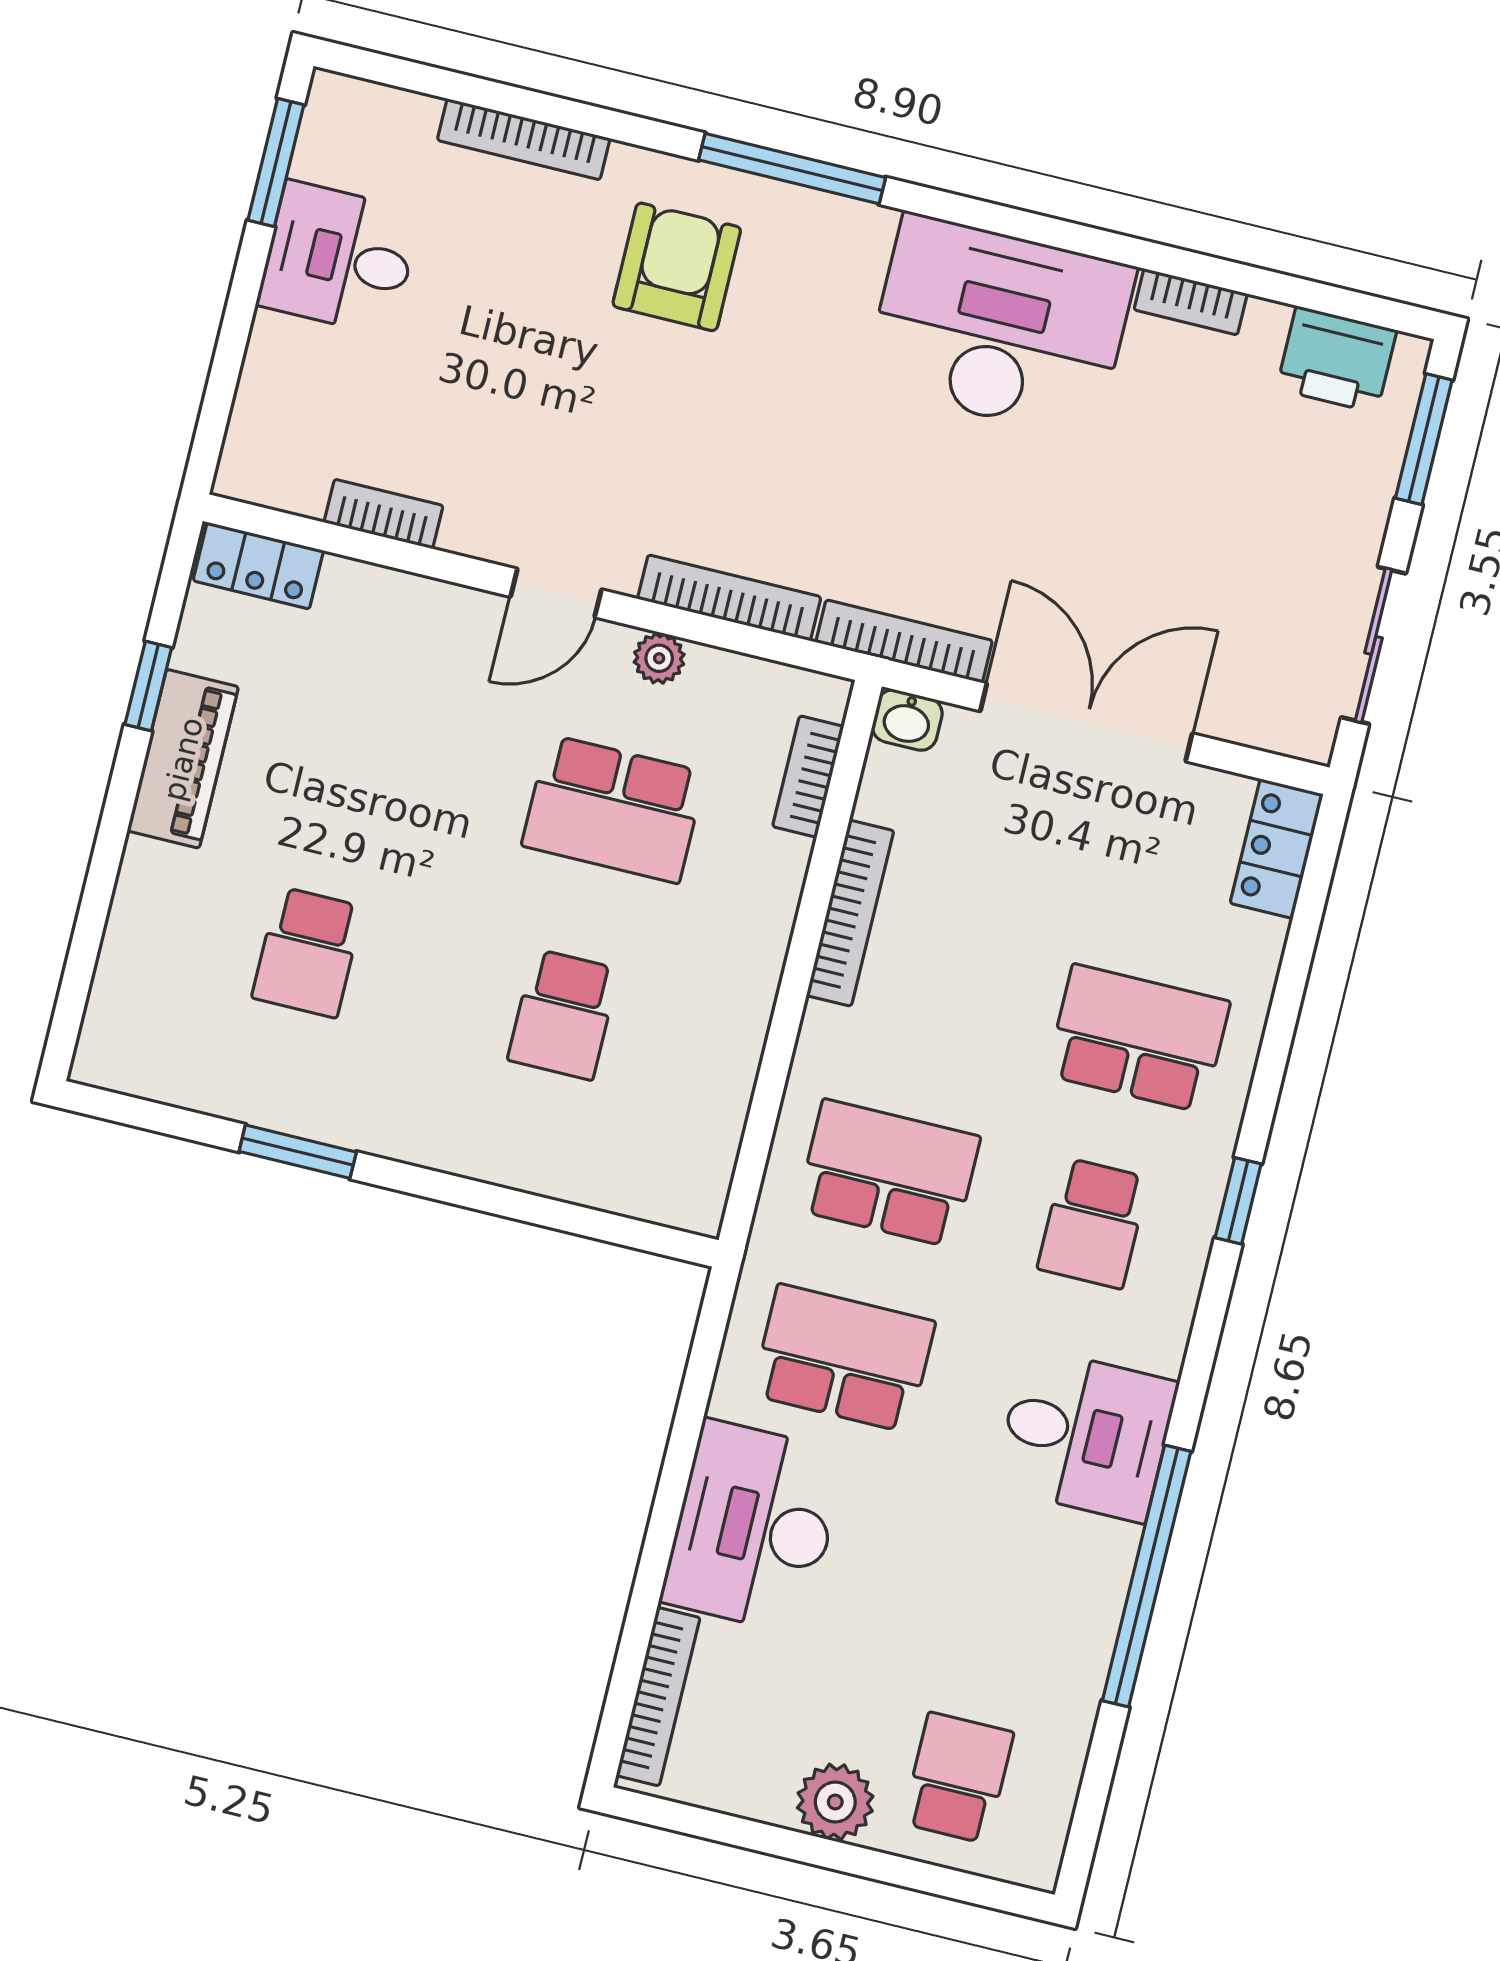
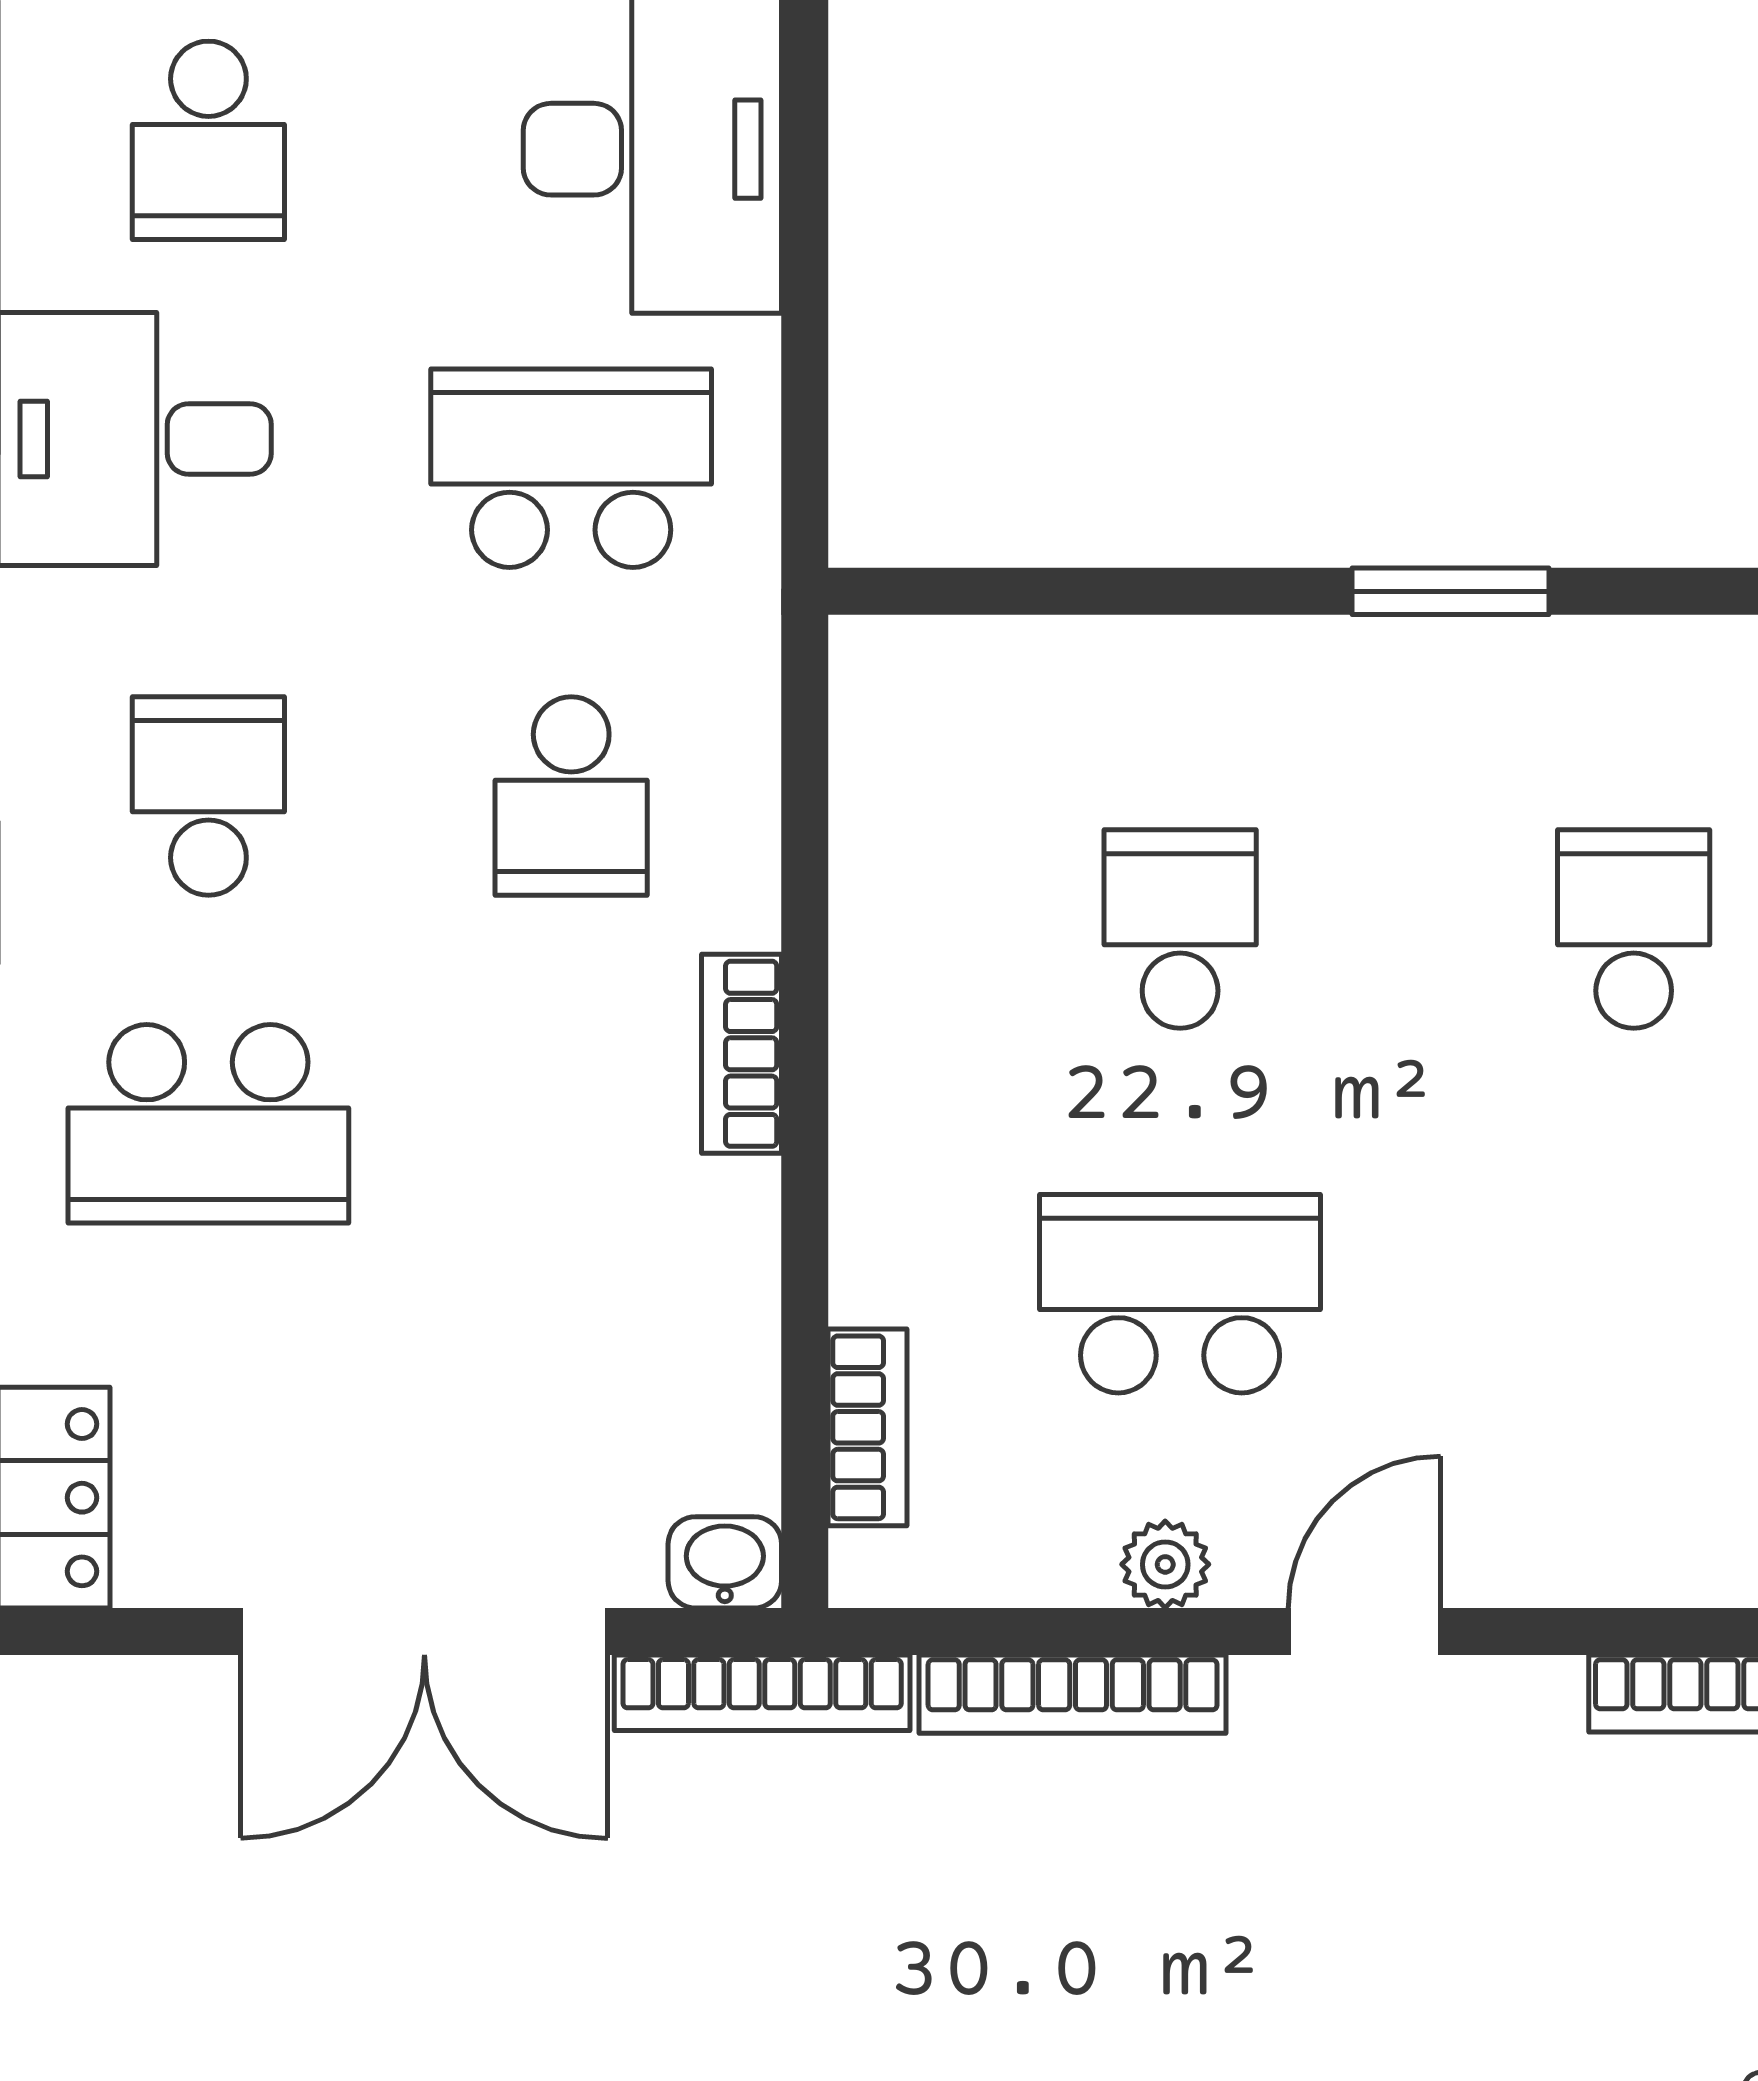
bookcase: (850, 913) -> (742, 1054), moved, width x0.64
window: (298, 1152) -> (1451, 591), moved
school desk: (888, 1173) -> (571, 796), width x0.54
school desk: (843, 1358) -> (571, 468), turned 180
school desk: (1003, 1593) -> (208, 140), added

